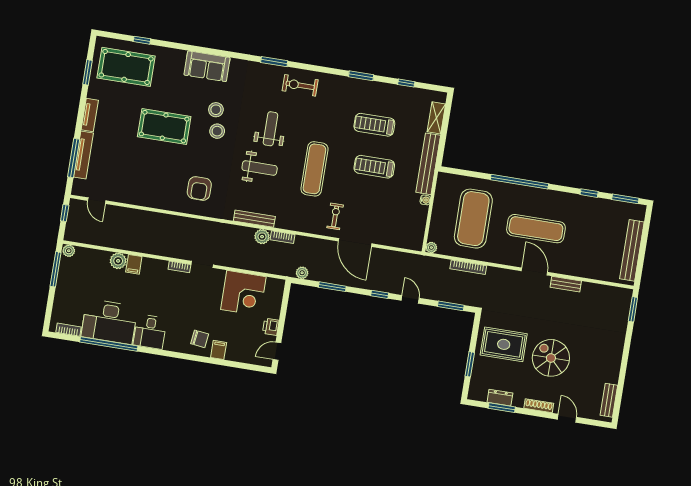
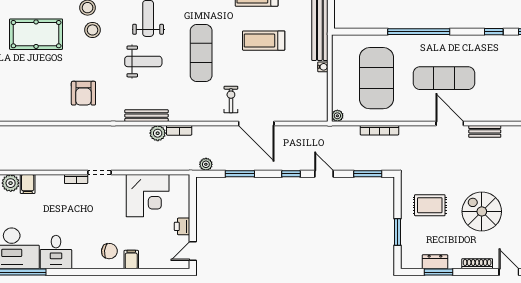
rug: (504, 344) -> (430, 205), width x0.73, depth x0.70

